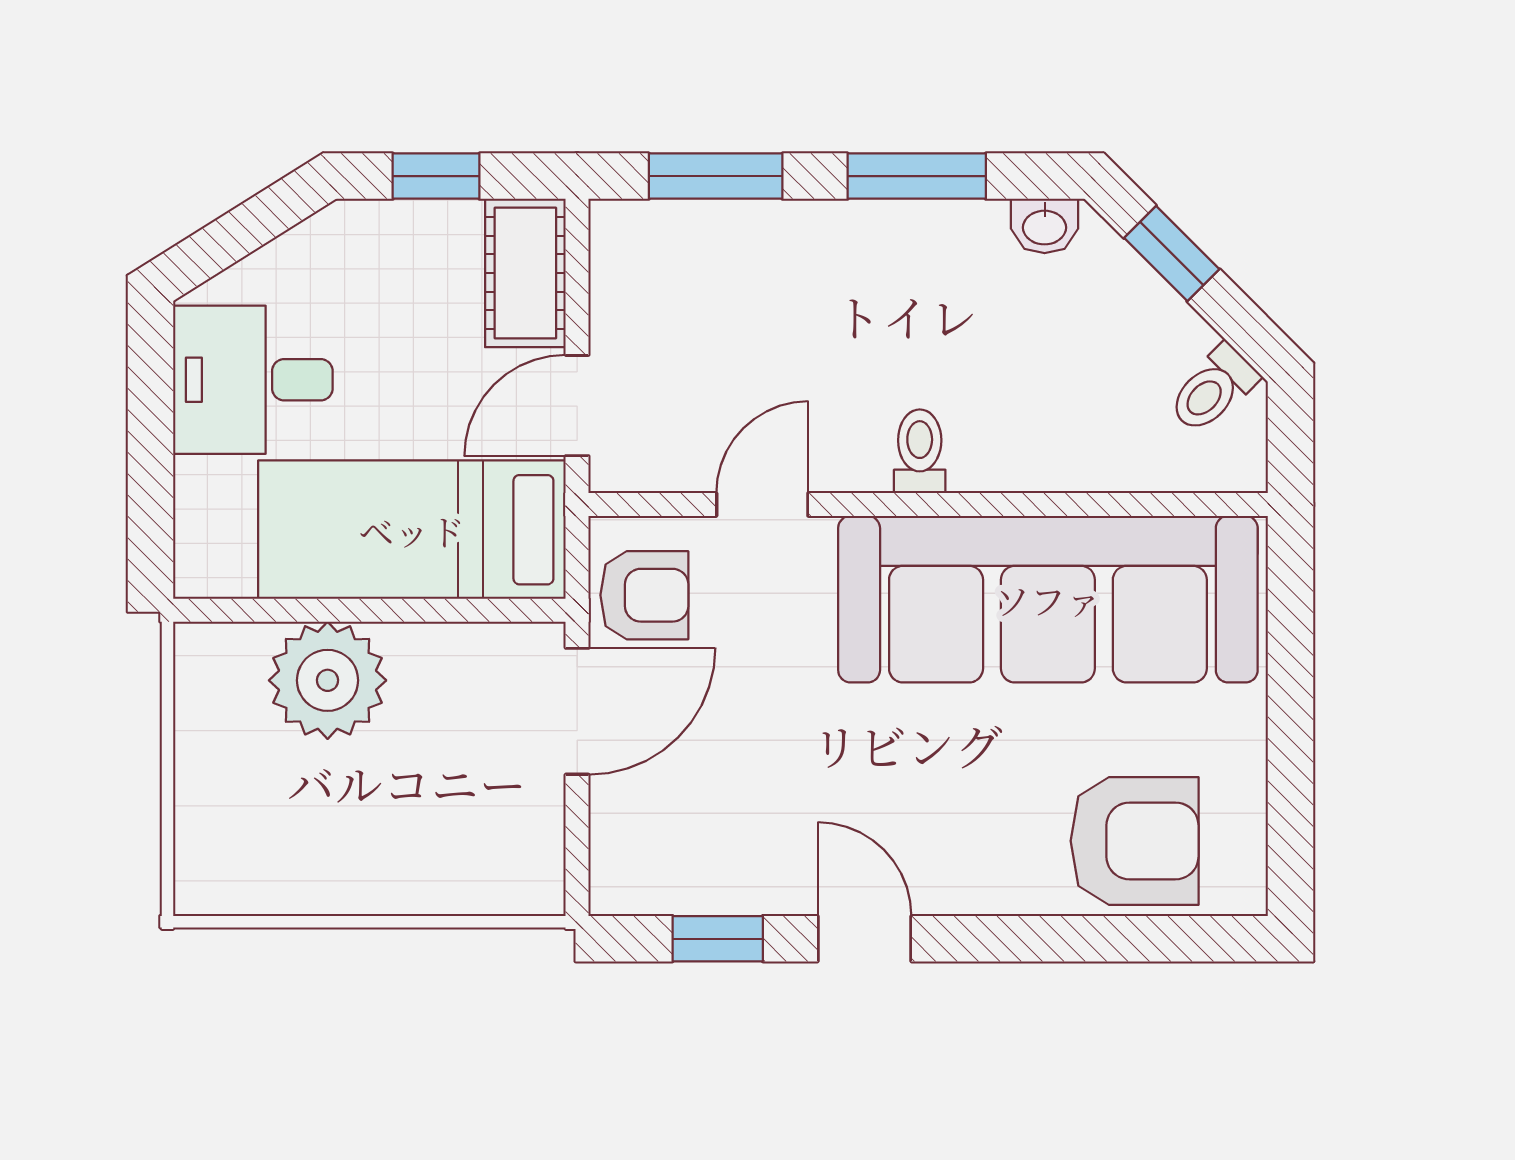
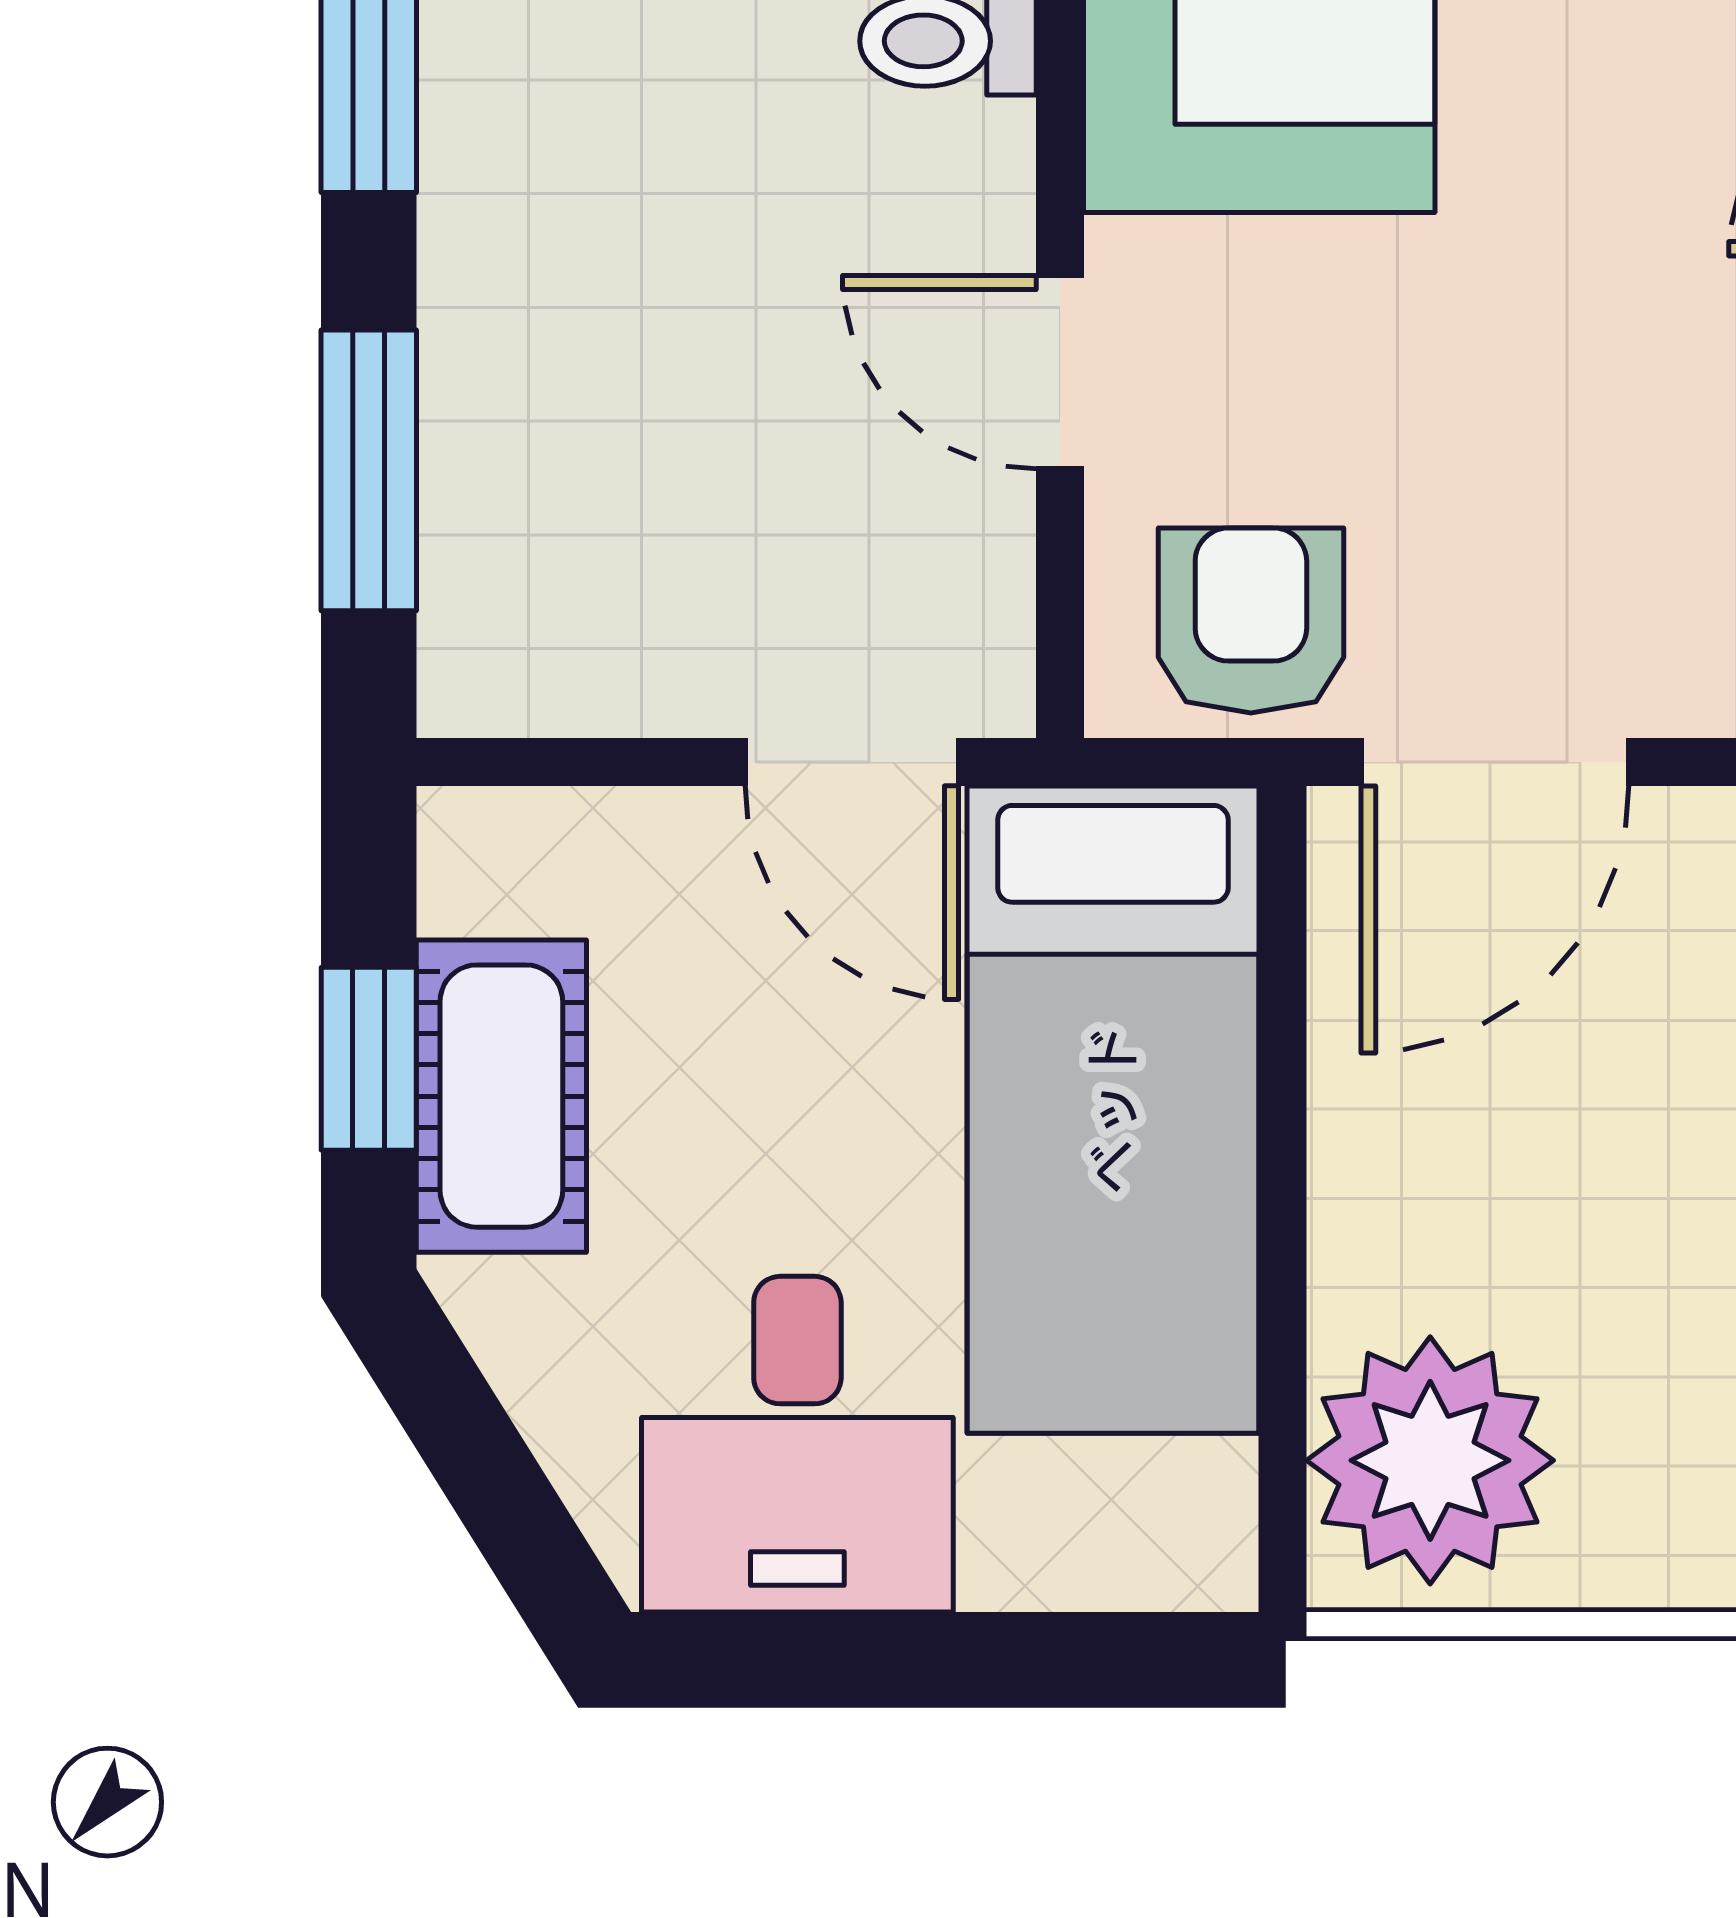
cot: (525, 273) -> (501, 1096), moved, turned 90
plant: (328, 680) -> (1430, 1460), moved
door: (577, 711) -> (1495, 762), swing flipped

